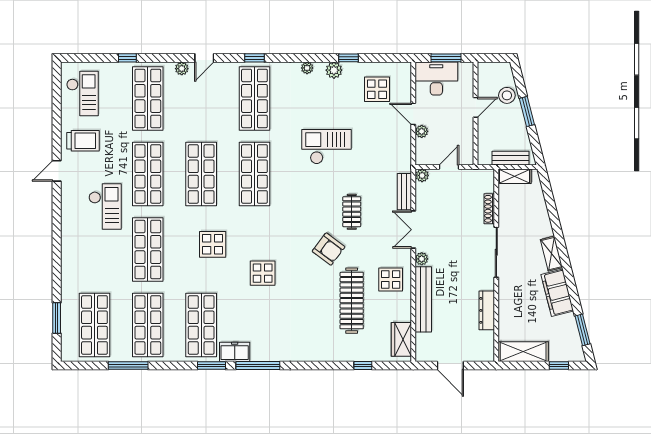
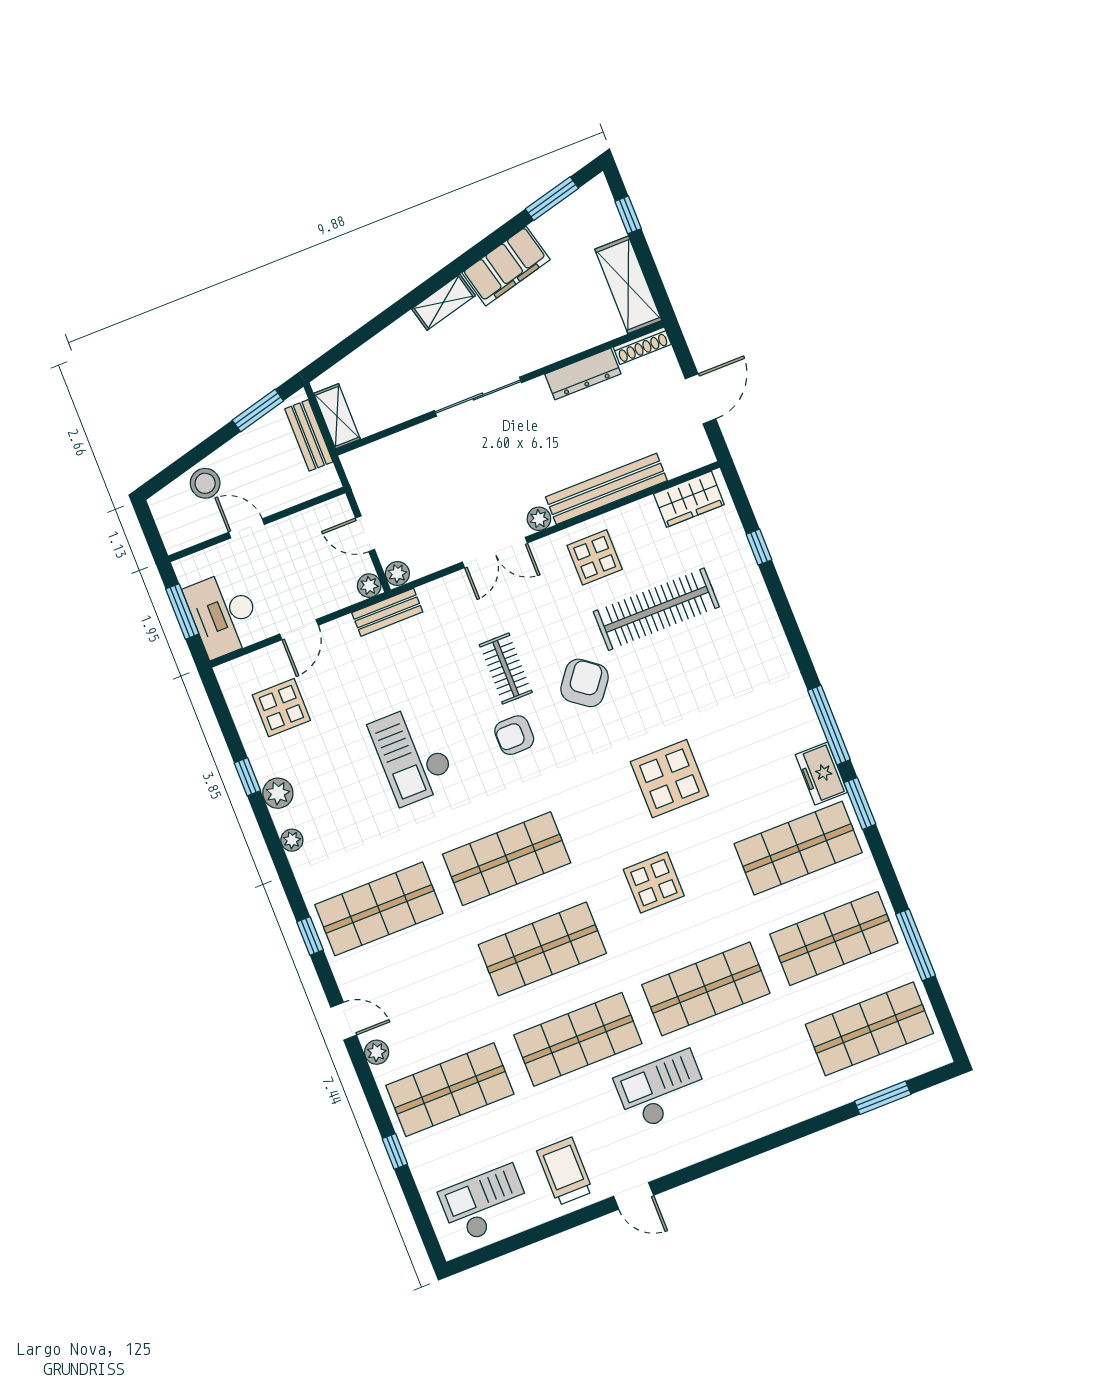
window: (527, 111) -> (258, 411), moved
plant: (422, 131) -> (369, 586), moved
bench: (404, 192) -> (387, 612), moved
armchair: (316, 203) -> (514, 735), added
shoe rack: (489, 209) -> (642, 346), moved
clothes rail: (352, 212) -> (506, 669), turned 90
display table: (263, 273) -> (669, 779), width x1.36, depth x1.36

